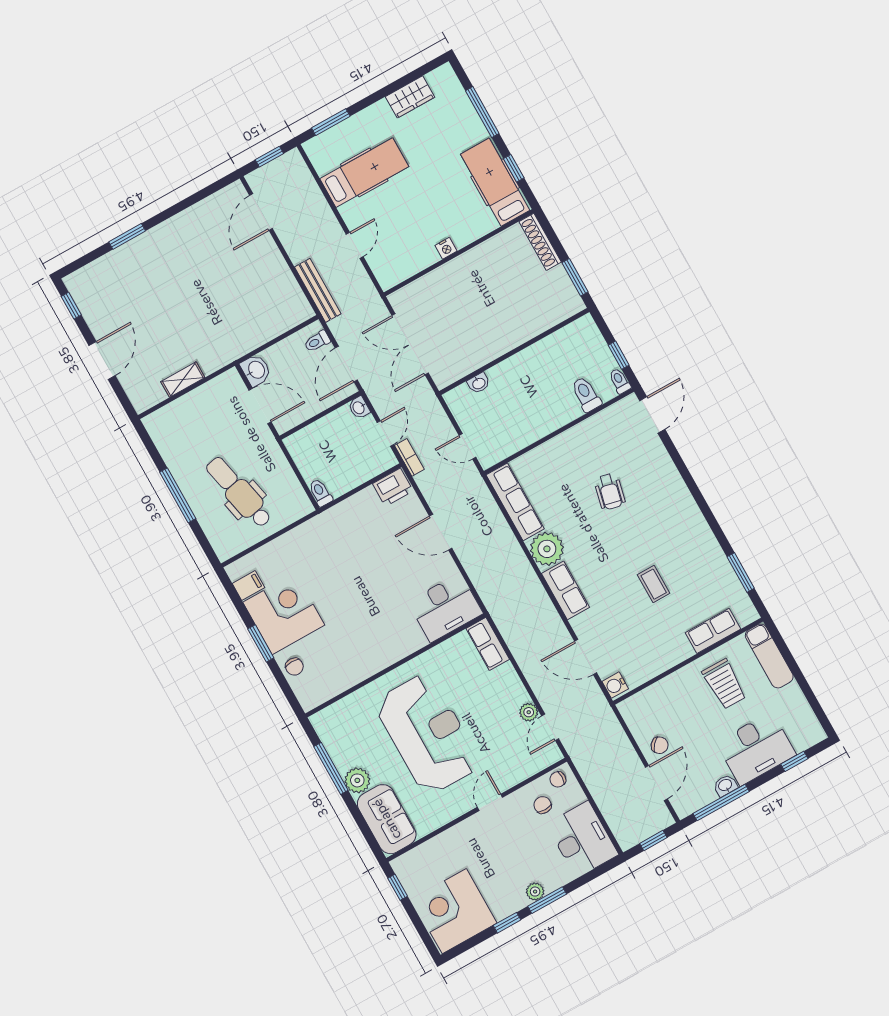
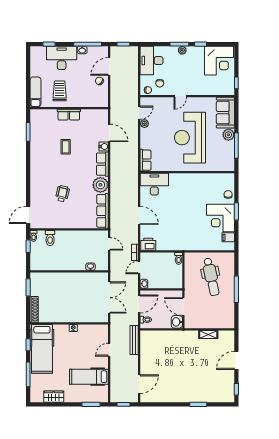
hospital bed: (495, 182) -> (42, 349), width x1.37, depth x1.29
row of seats: (713, 631) -> (69, 115), moved
water cooler: (615, 685) -> (104, 146), moved

